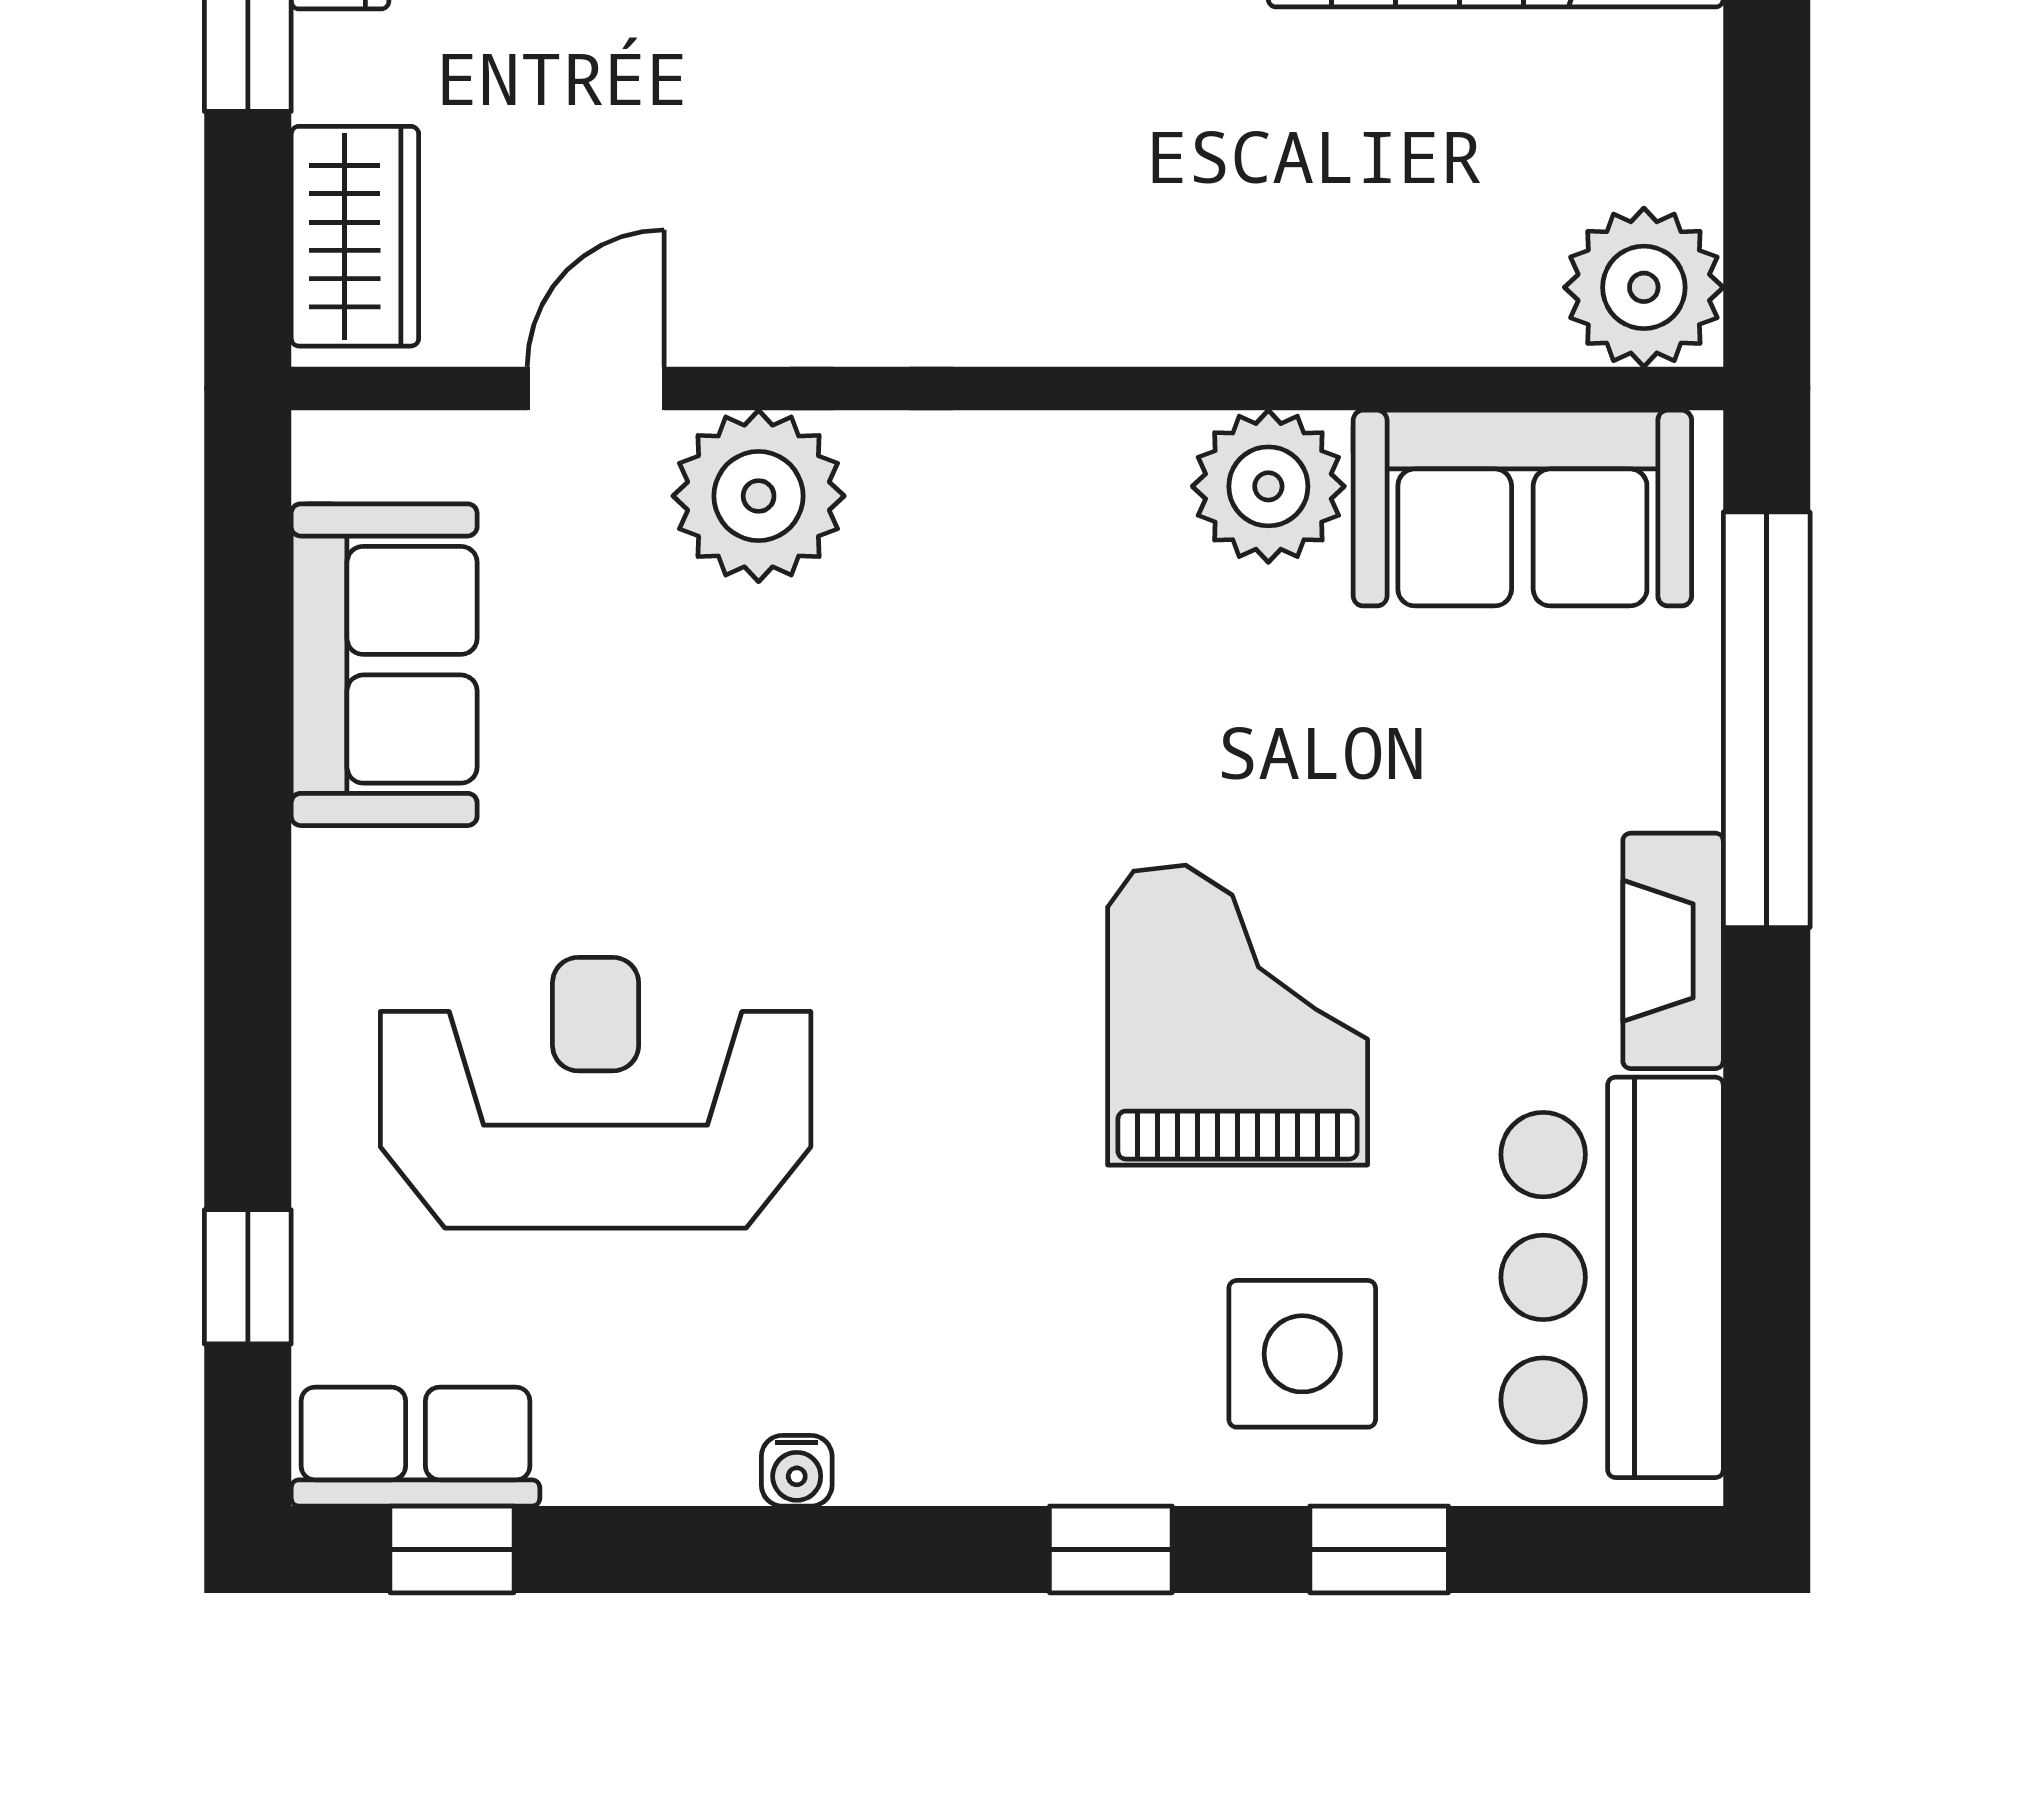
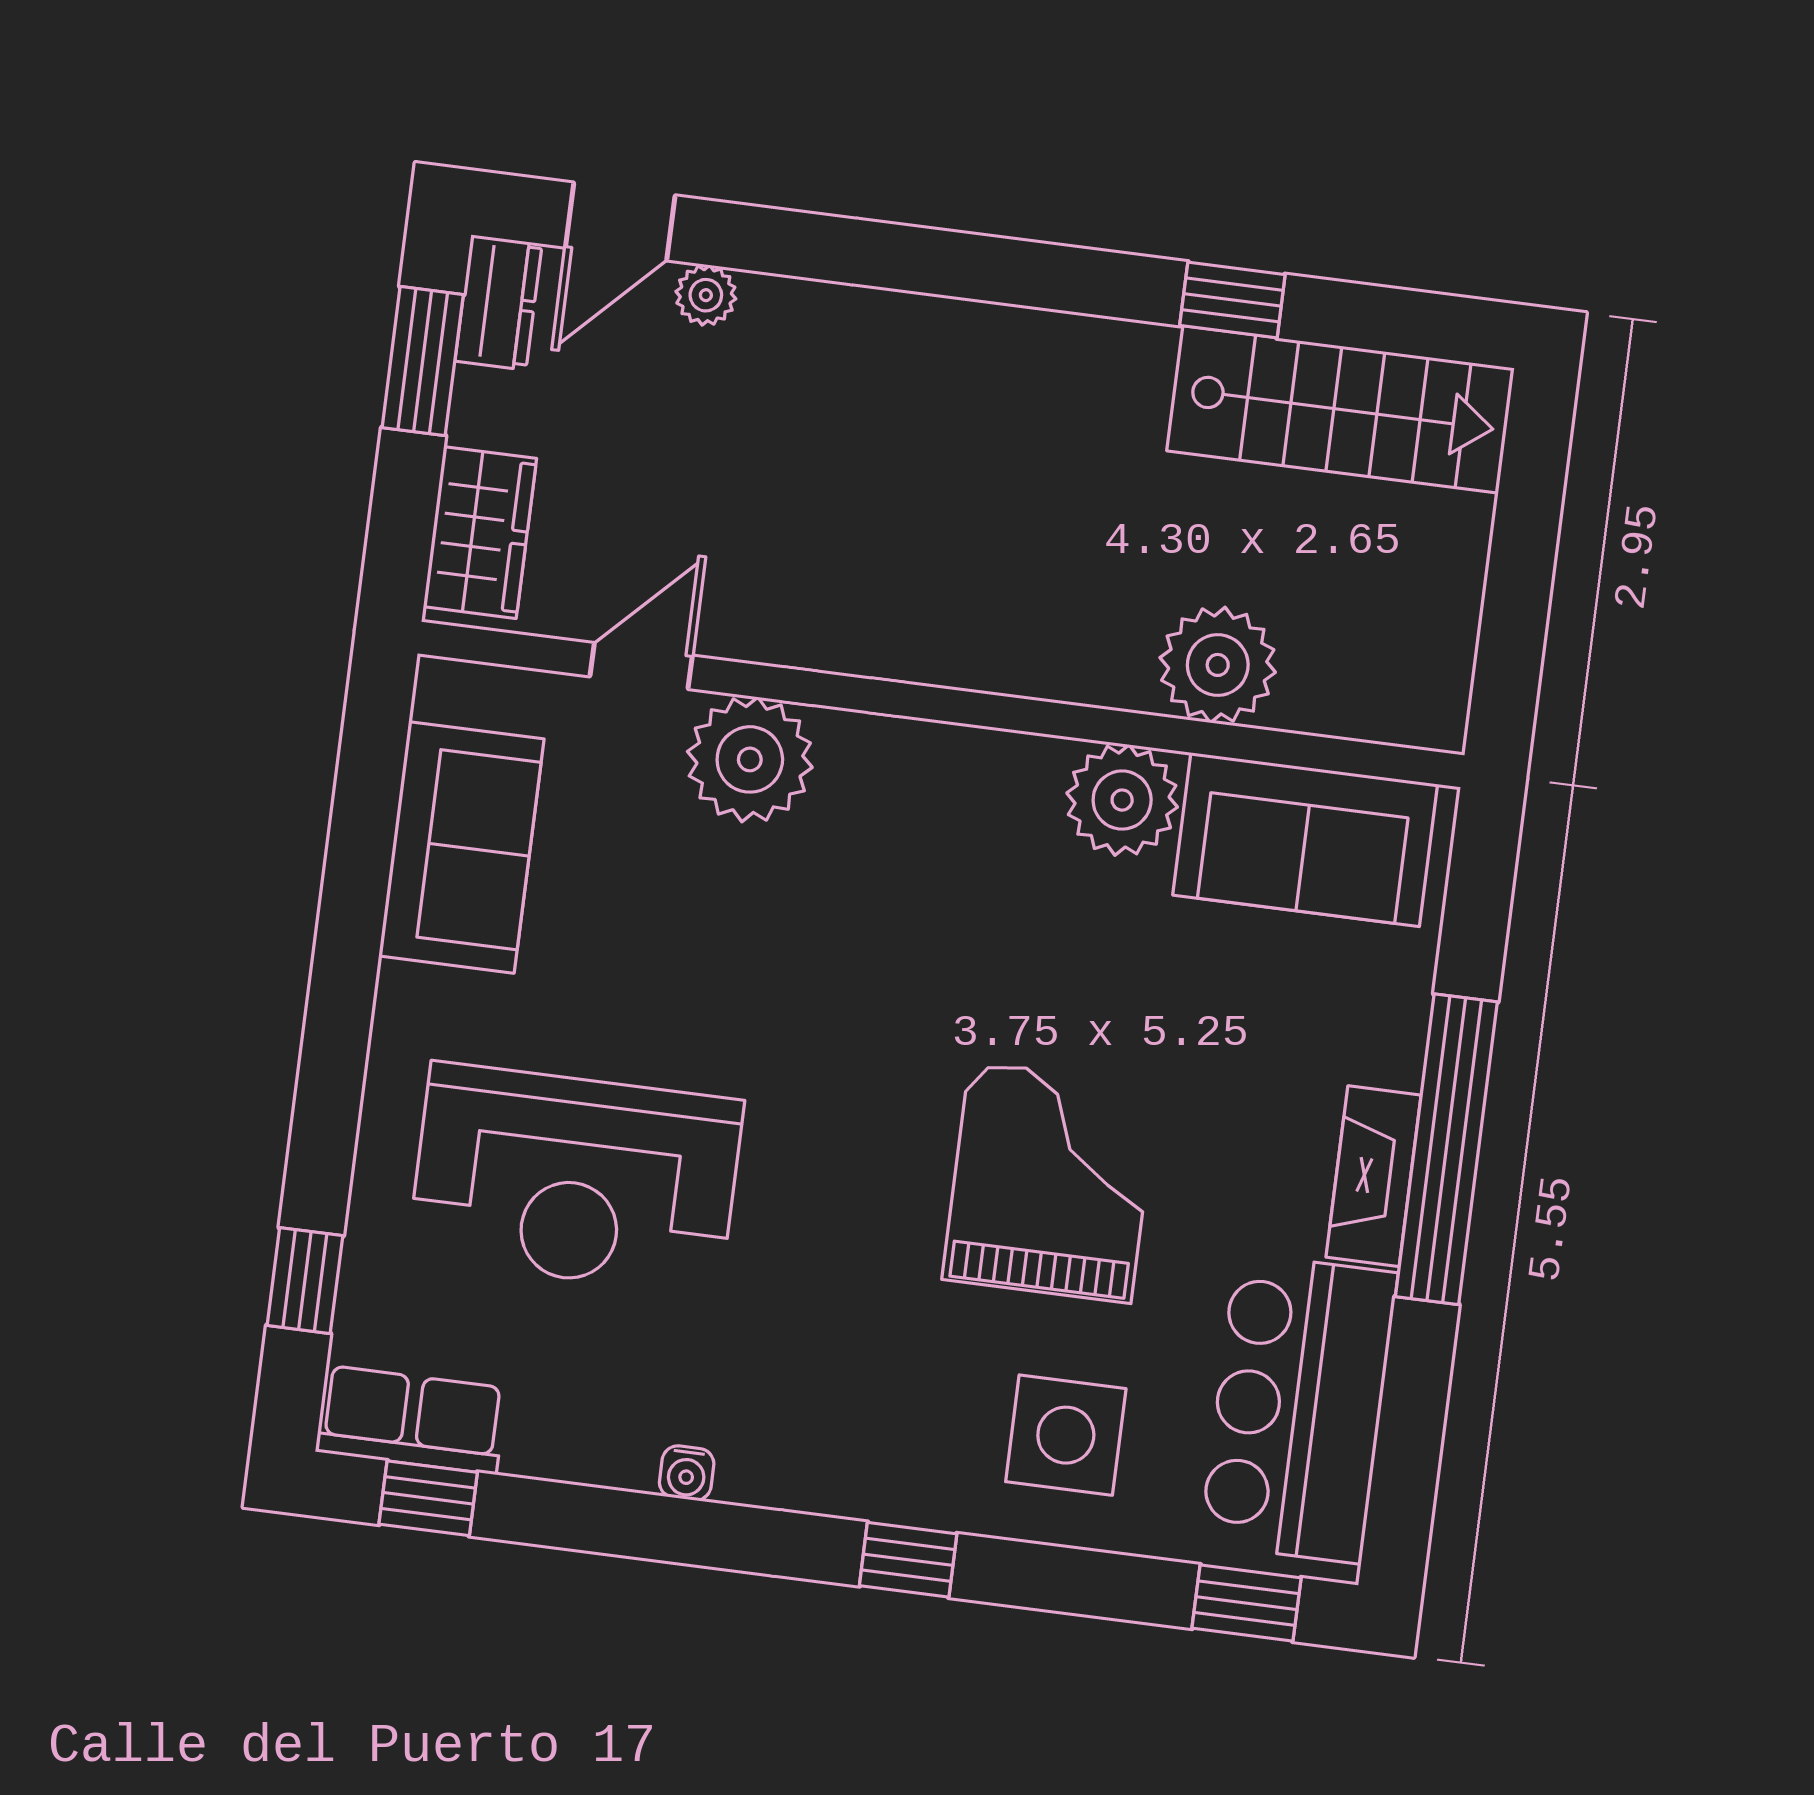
plant: (1644, 287) -> (1218, 665), moved
window: (1767, 720) -> (1446, 1149), moved
reception desk: (596, 1093) -> (575, 1179), turned 180
window: (1379, 1549) -> (1246, 1603), moved

